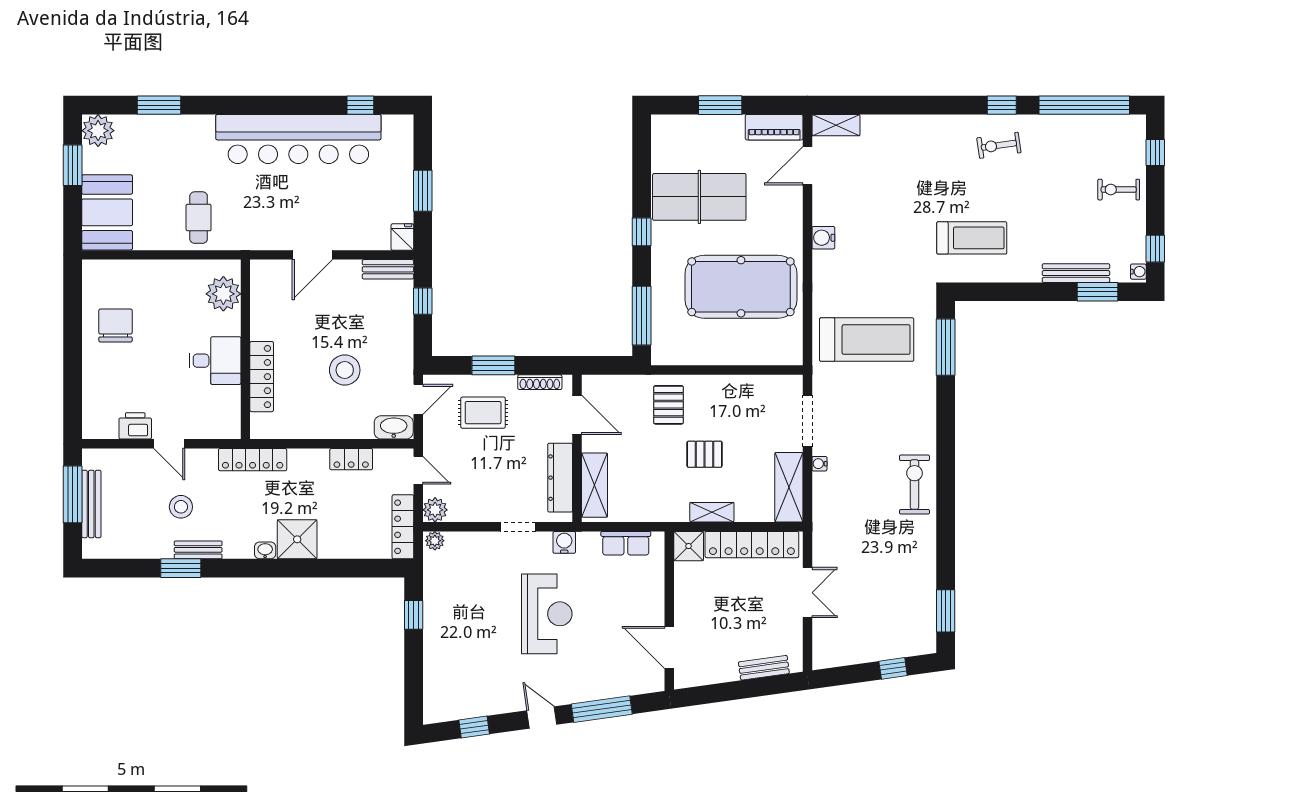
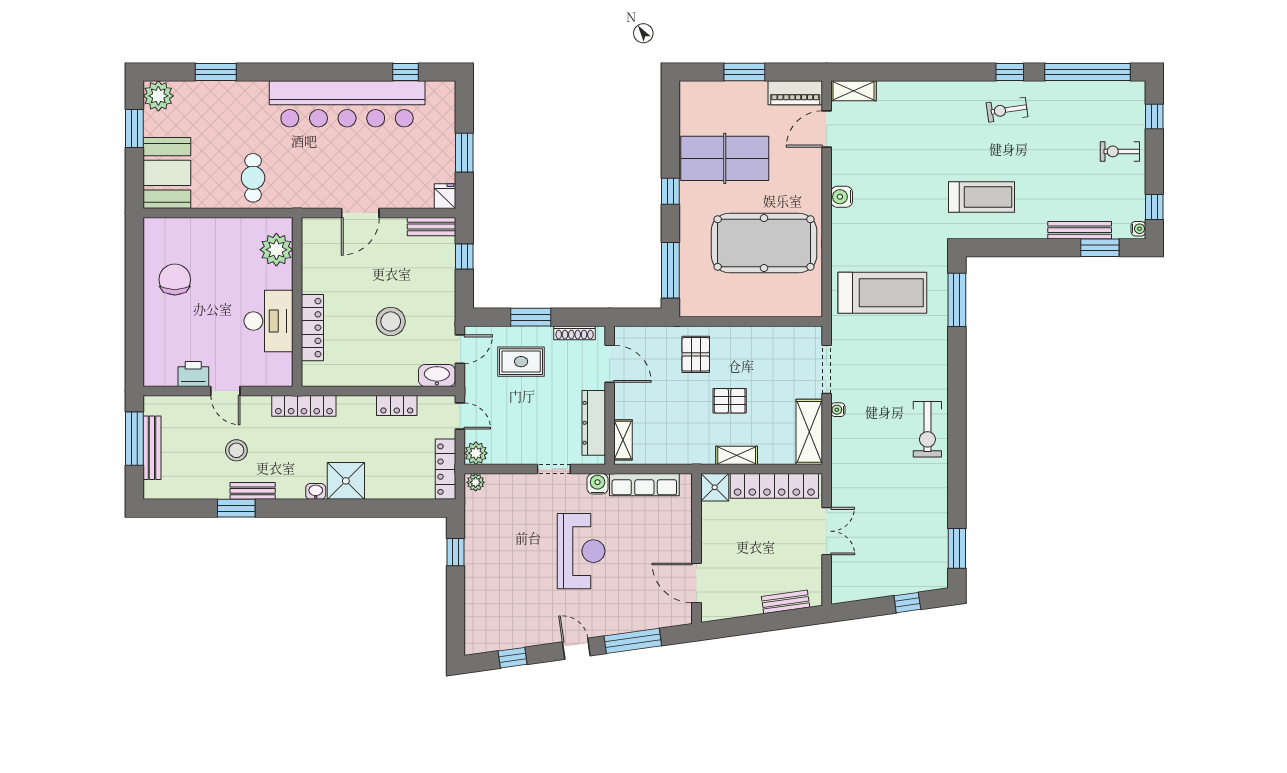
desk: (215, 361) -> (268, 321), width x1.37
exercise bike: (914, 484) -> (927, 429), turned 180
shelving: (595, 485) -> (623, 440), width x0.67, depth x0.75
row of seats: (626, 543) -> (644, 485), width x1.48

